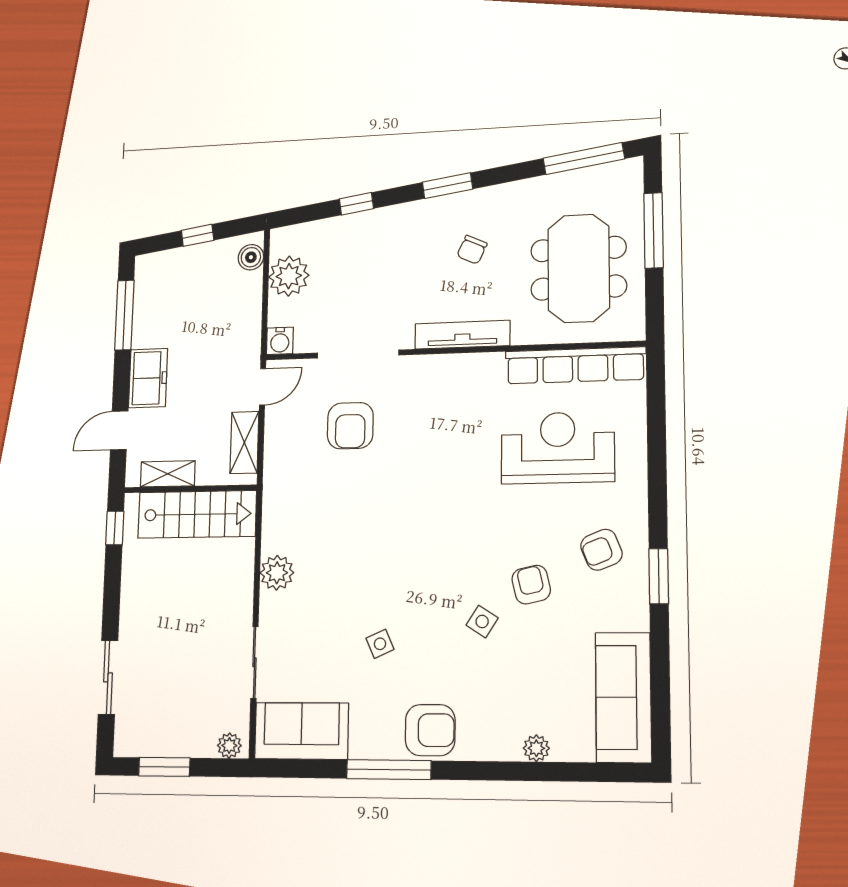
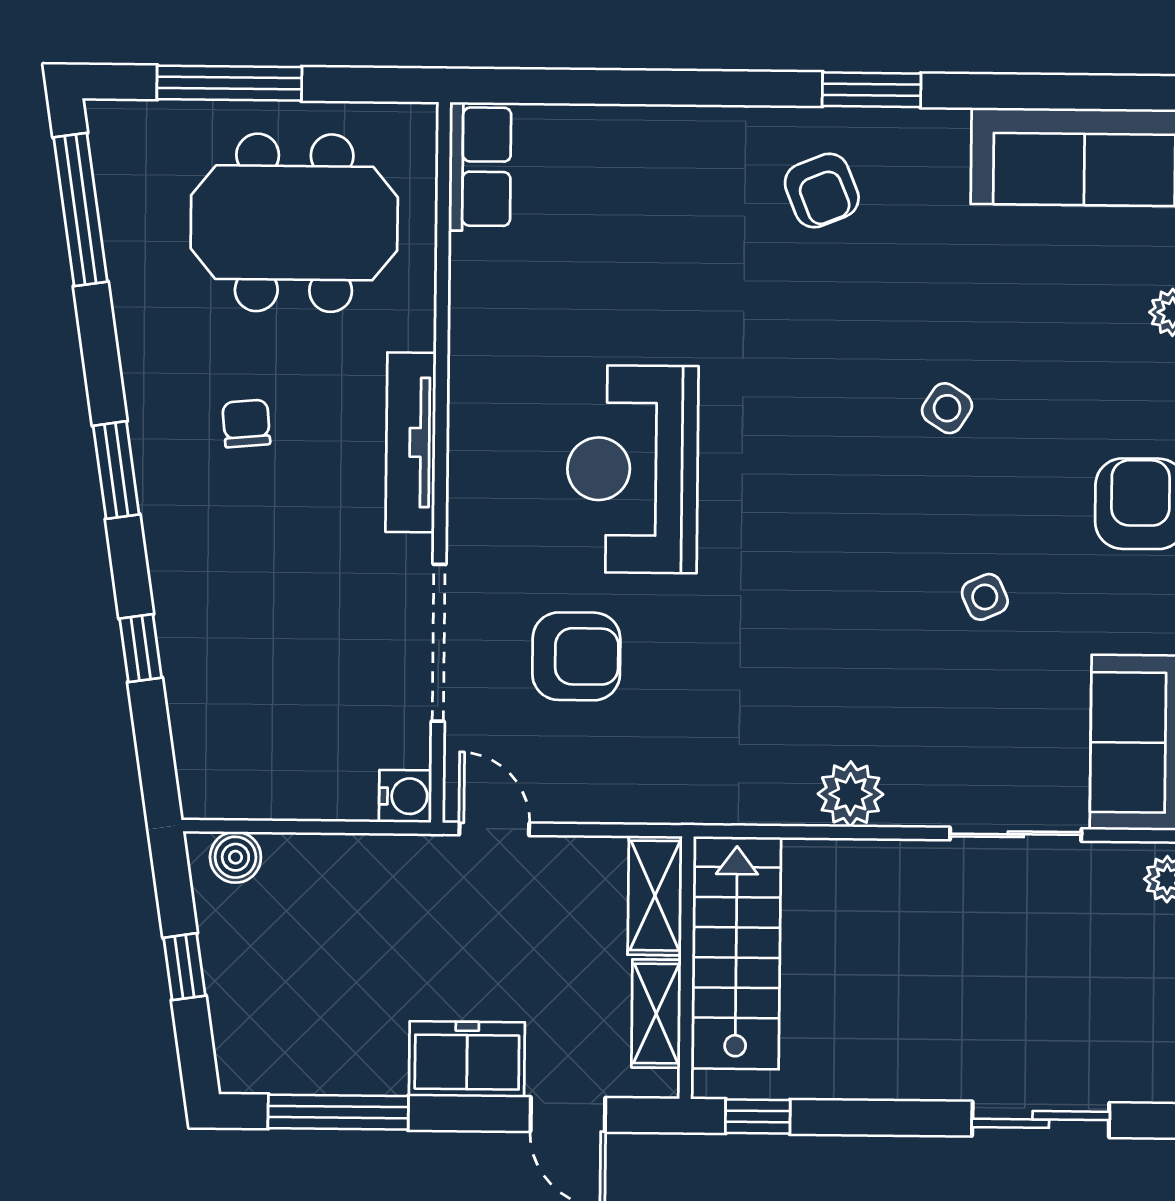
chair: (472, 250) -> (246, 423), turned -120
plant: (289, 276) -> (278, 781), removed
row of seats: (575, 365) -> (480, 167), width x0.50
shelving: (245, 443) -> (655, 896), moved, turned 90
reception desk: (558, 448) -> (632, 469), moved
armchair: (531, 585) -> (882, 318), removed

